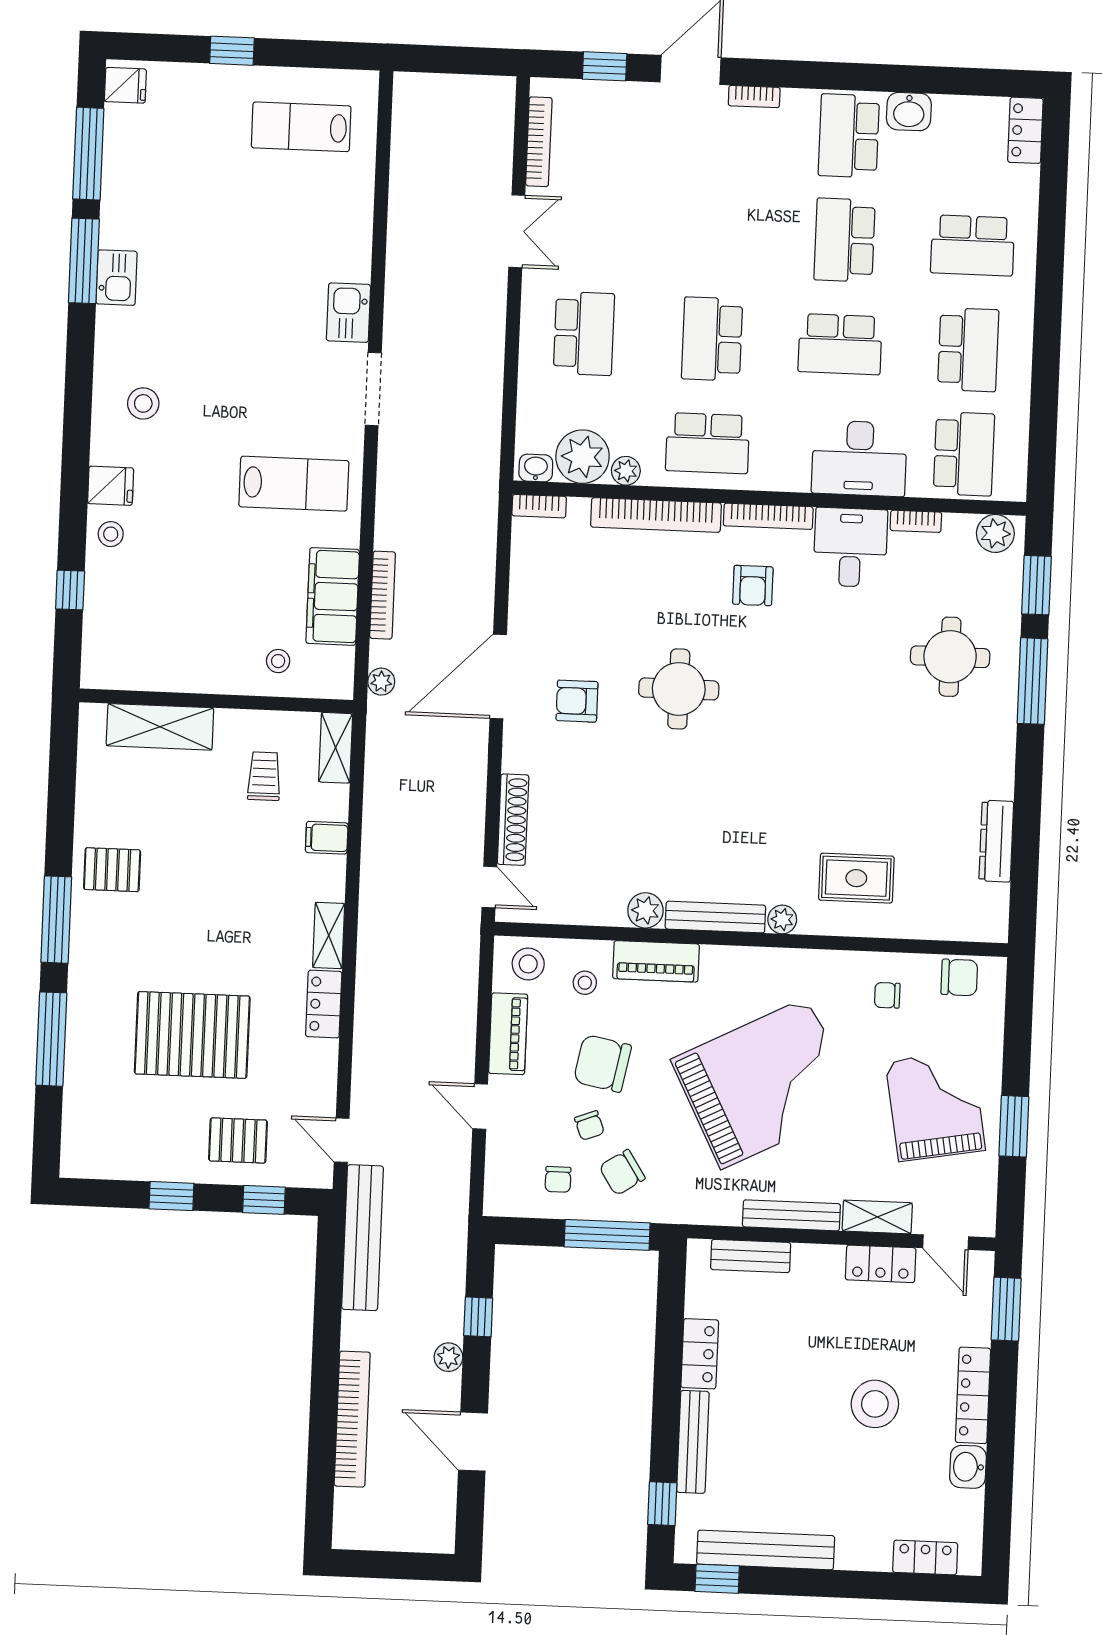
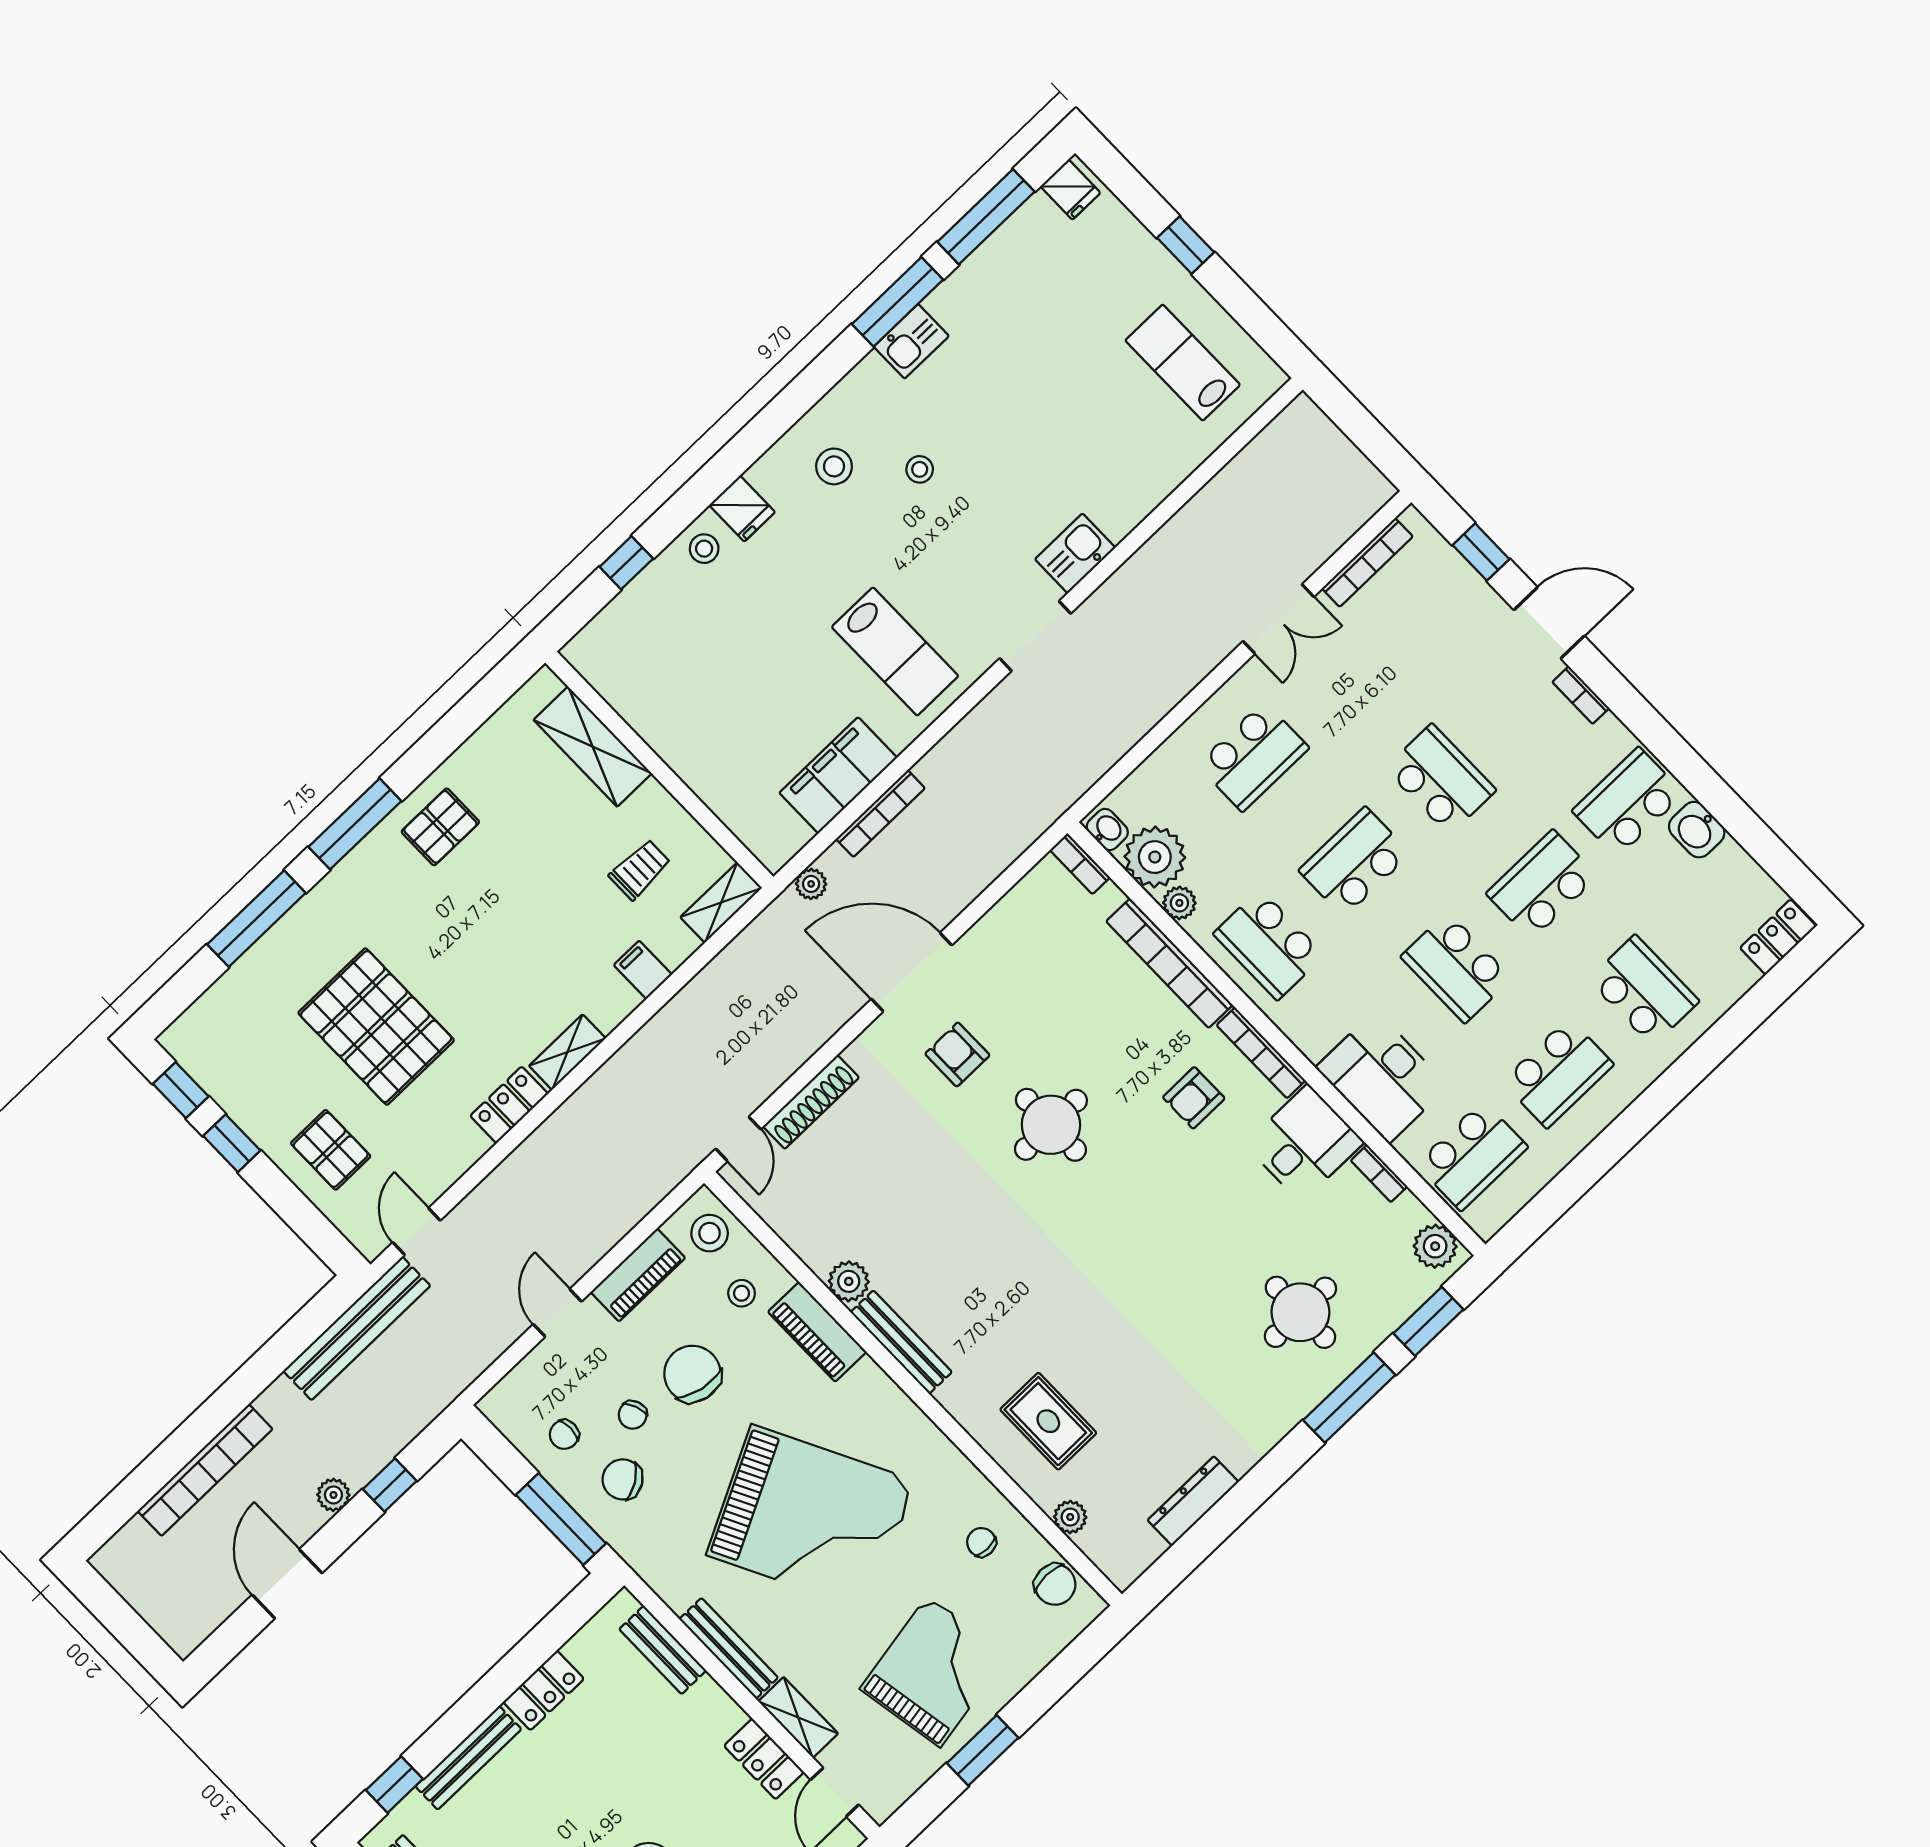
school desk: (716, 235) -> (1441, 779), added
school desk: (973, 245) -> (1644, 990), turned 180
stool: (278, 661) -> (920, 469), moved
pallet: (112, 870) -> (440, 827), turned 90
plant: (782, 919) -> (1070, 1517), moved
window: (264, 1200) -> (181, 1090), moved

